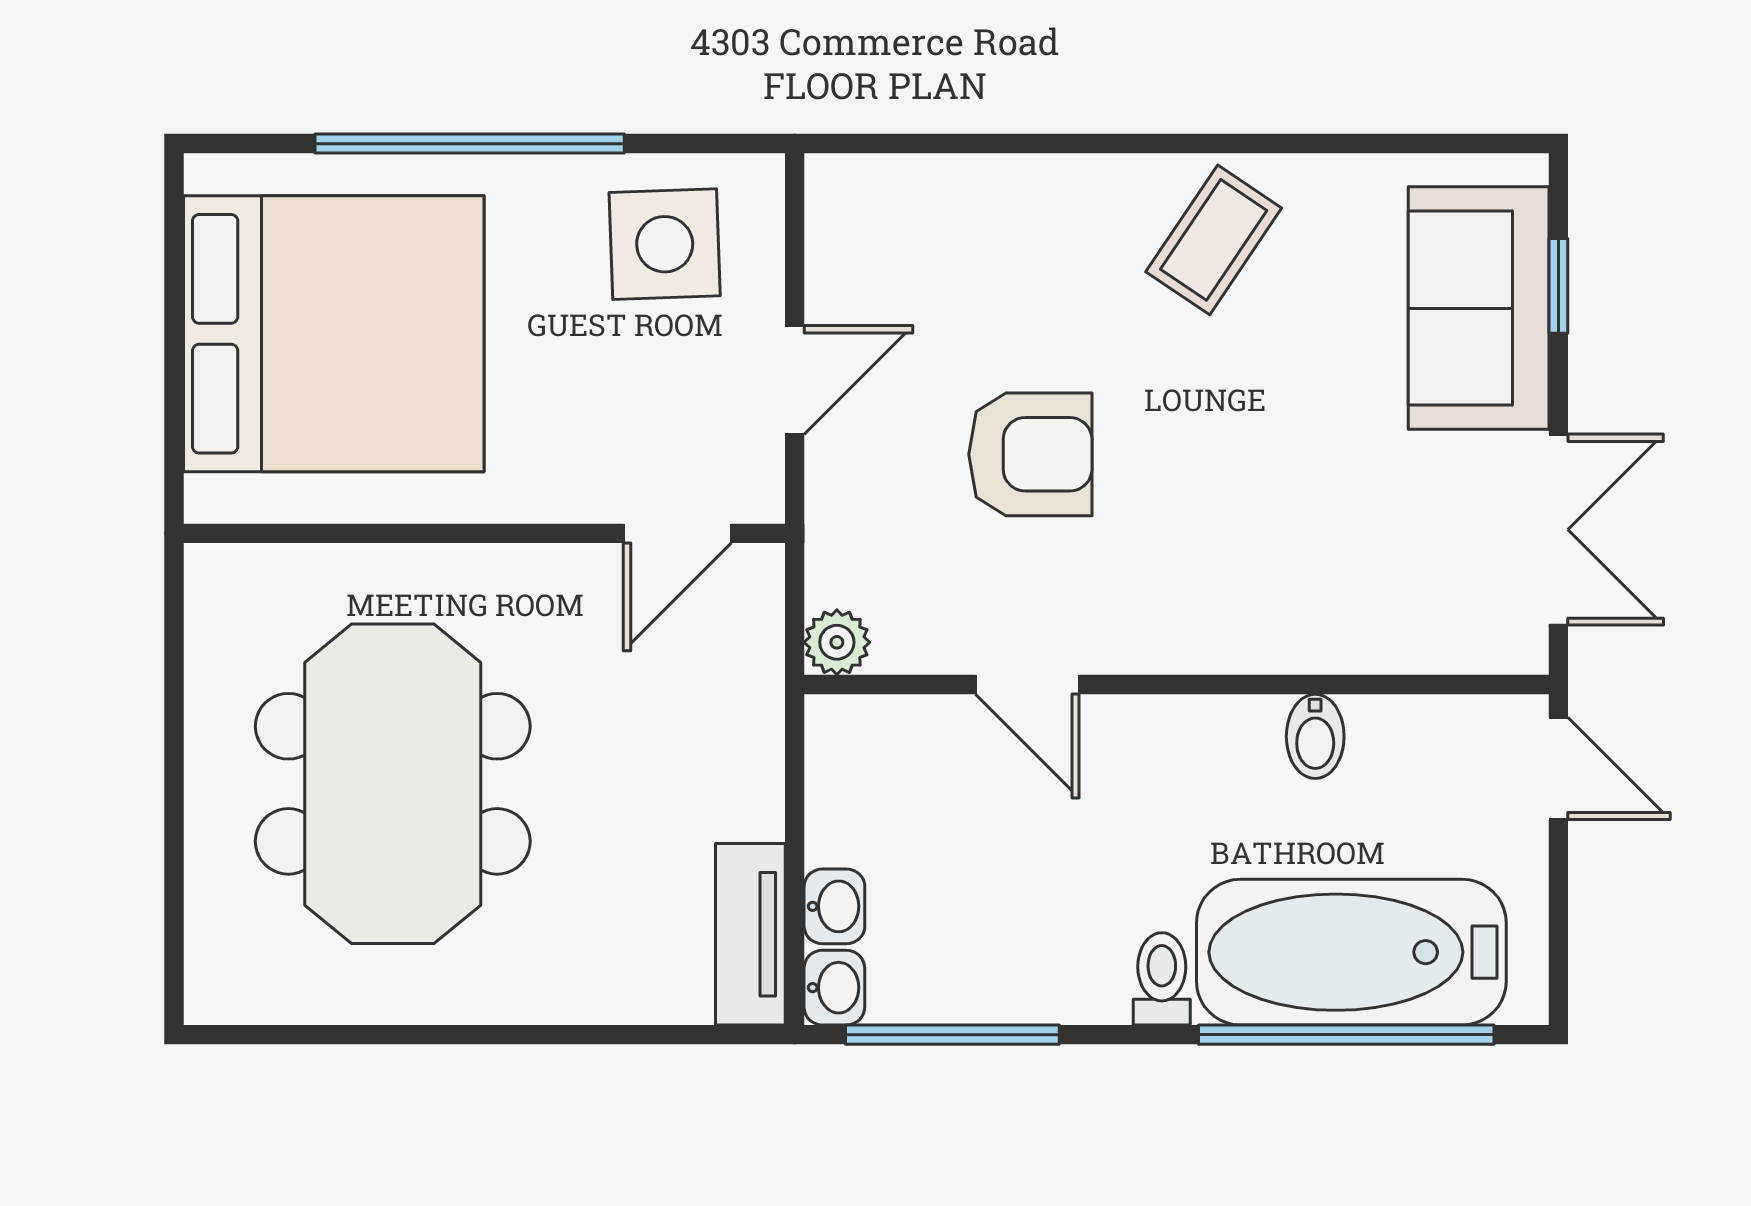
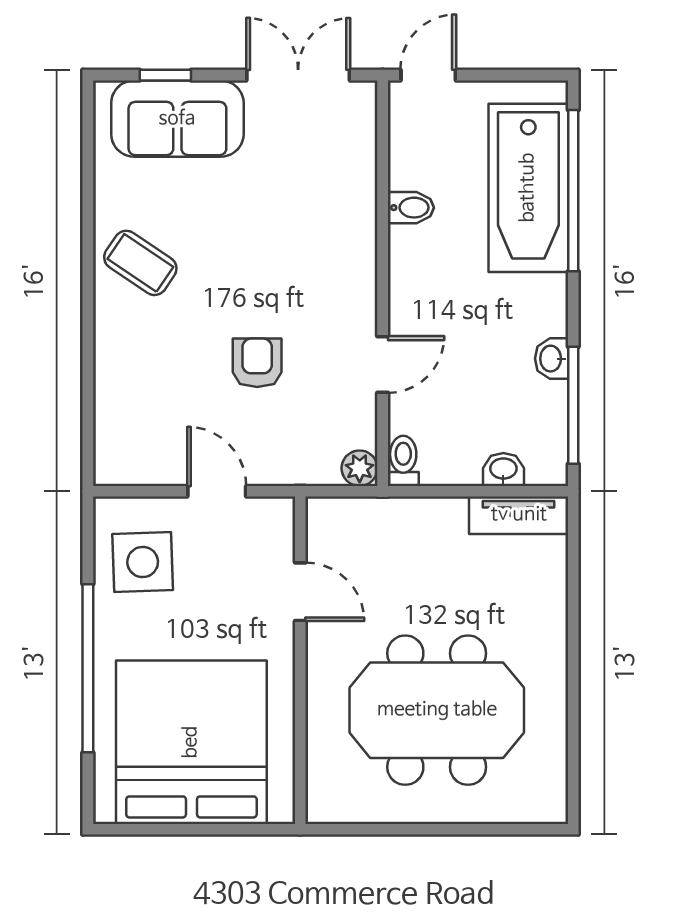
armchair: (1030, 454) -> (257, 363), width x0.72, depth x0.72
door: (677, 533) -> (300, 592), moved
toilet: (1162, 979) -> (403, 461), moved, turned 90
washbasin: (834, 988) -> (552, 359), moved, turned -90

